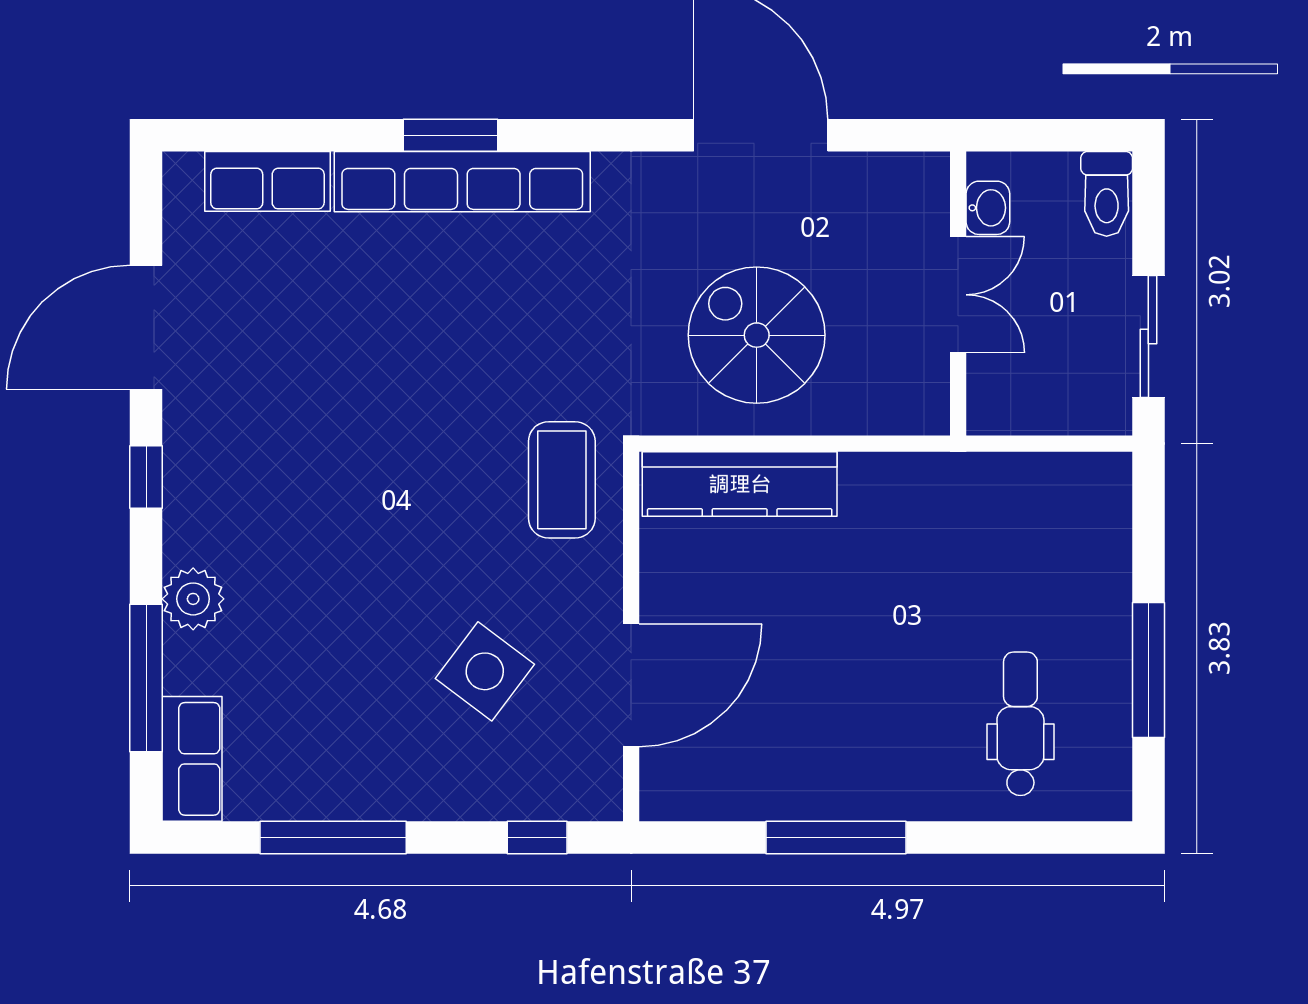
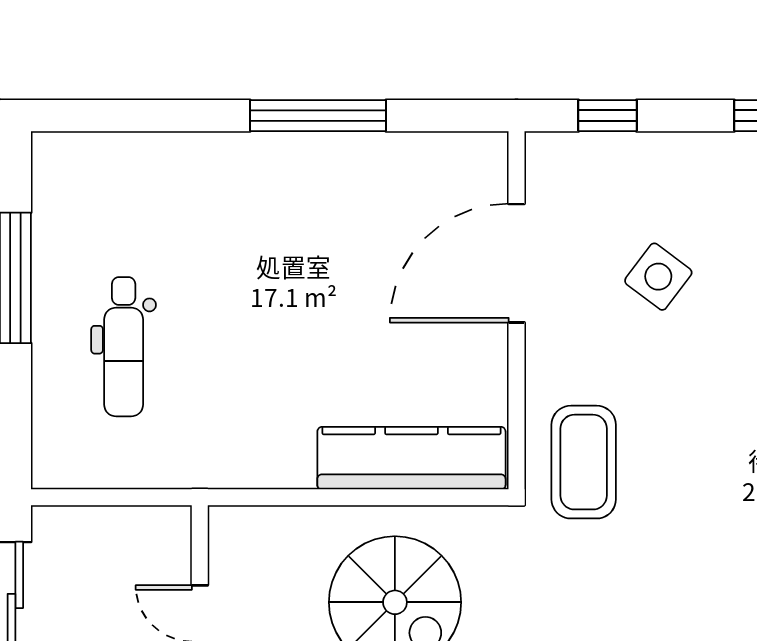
side table: (485, 671) -> (658, 277), width x0.73, depth x0.73
dental chair: (1020, 724) -> (124, 347), moved

